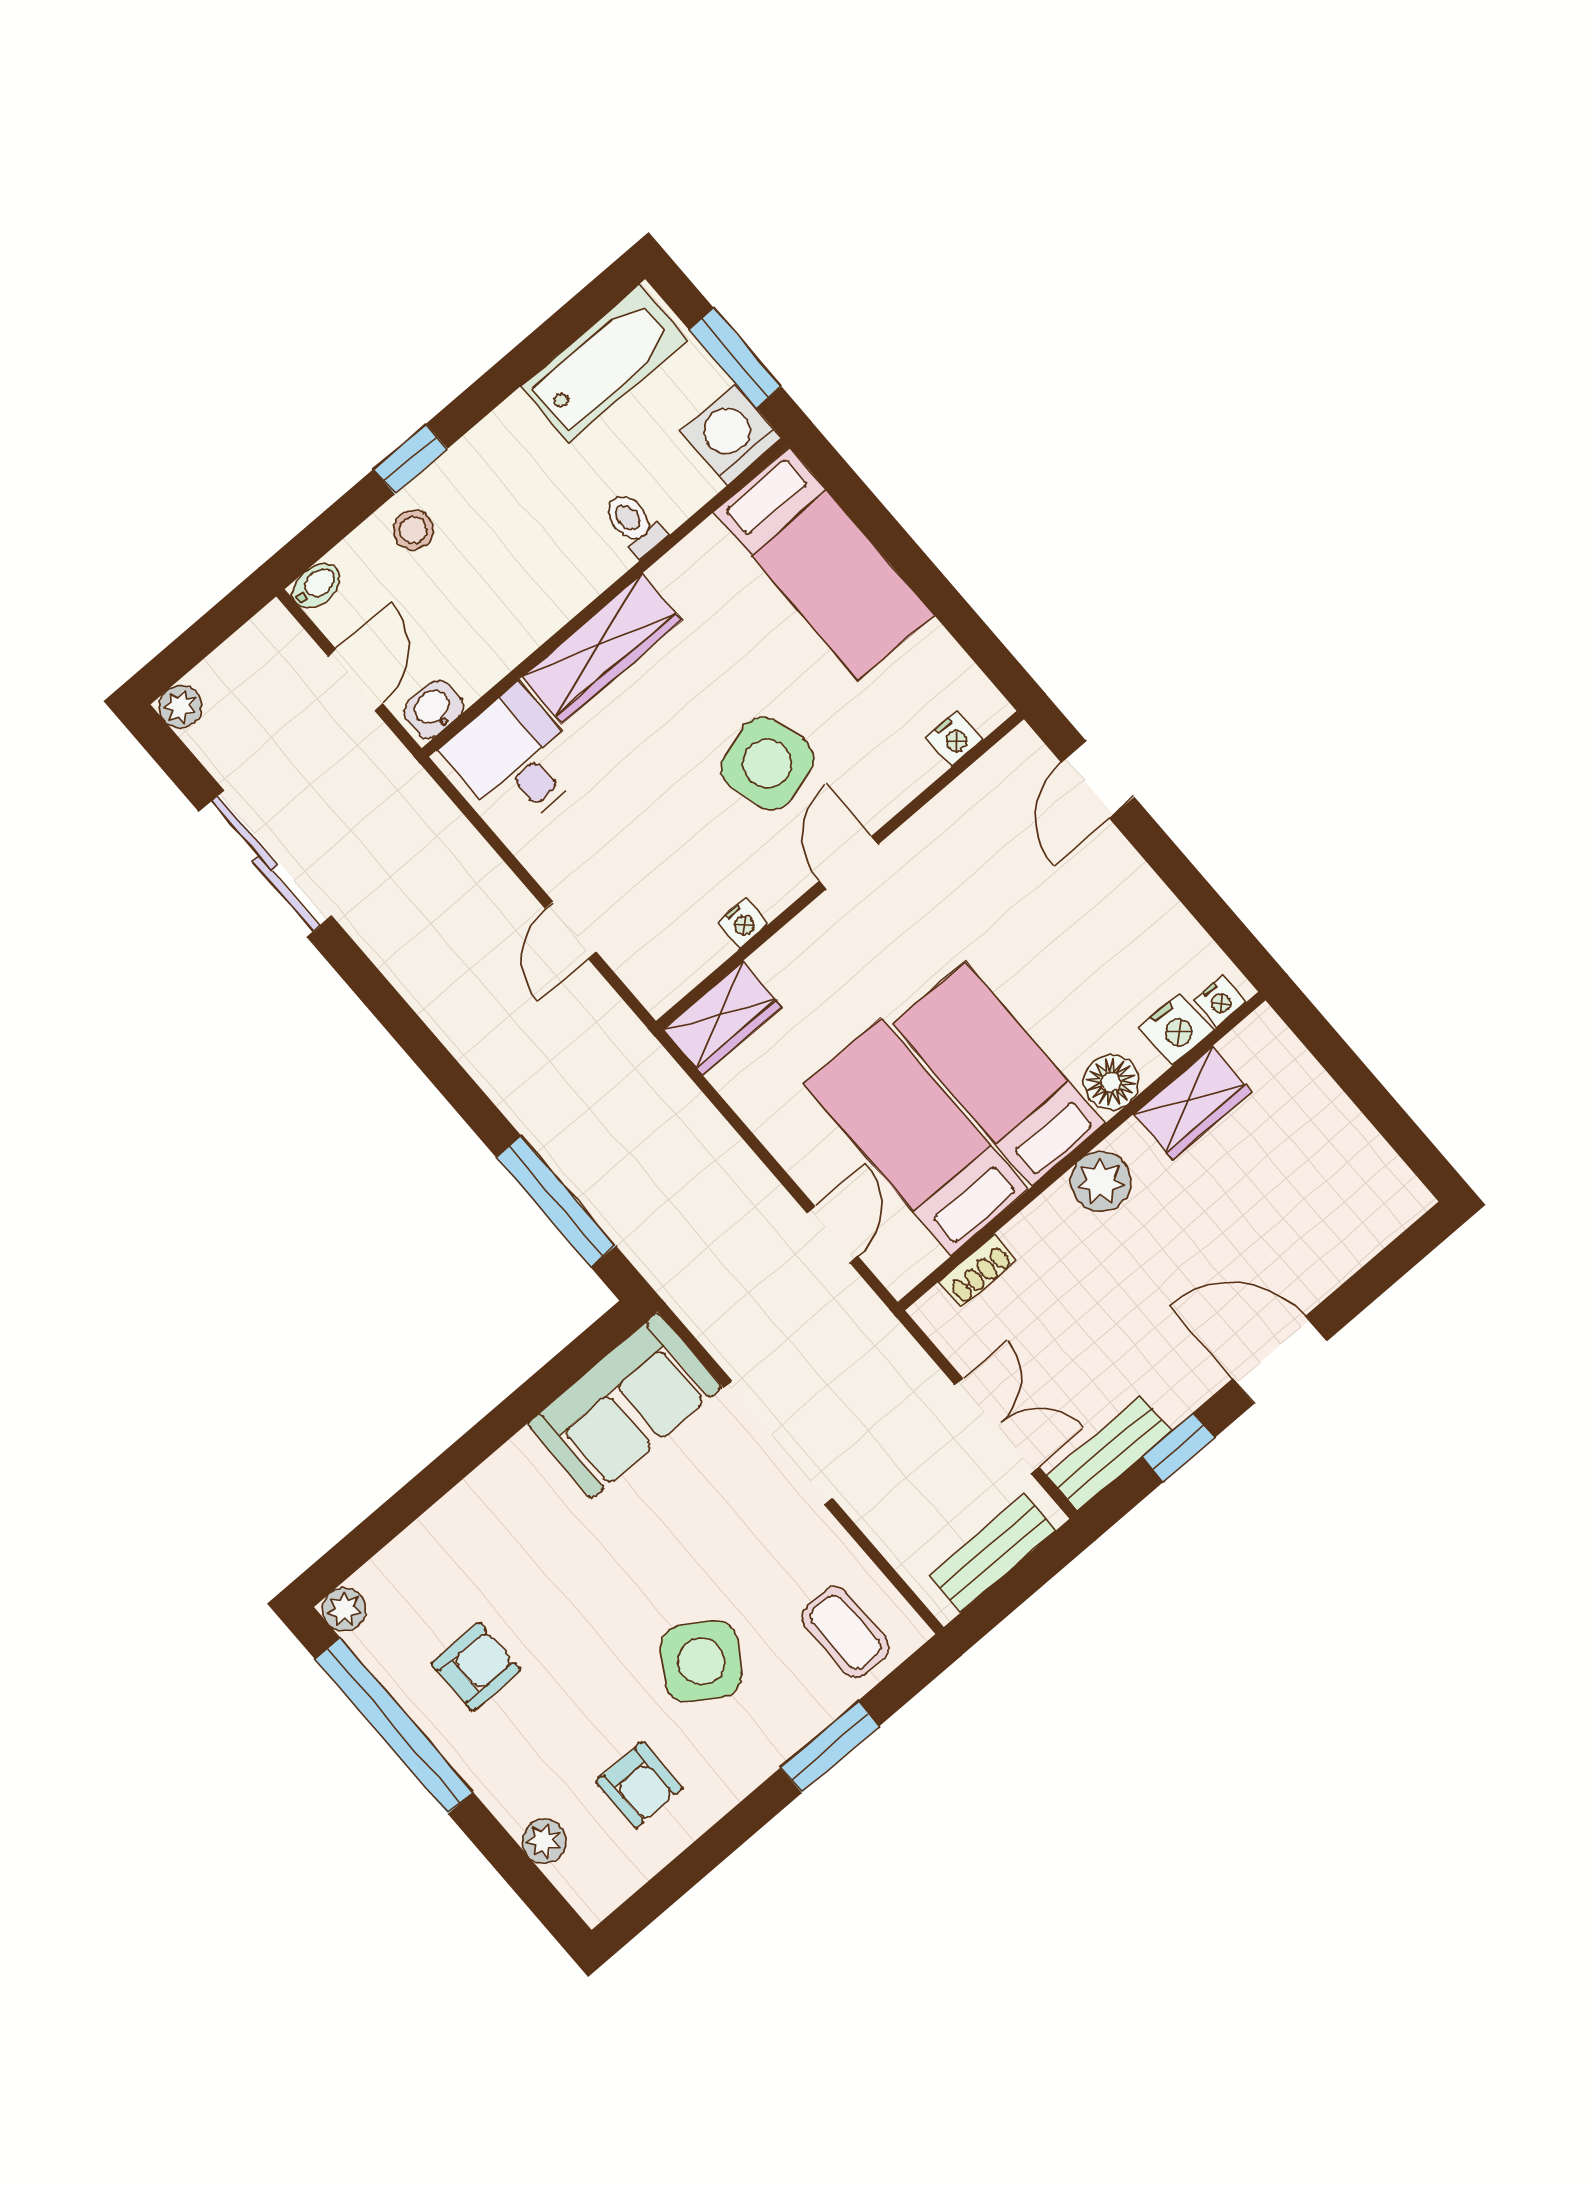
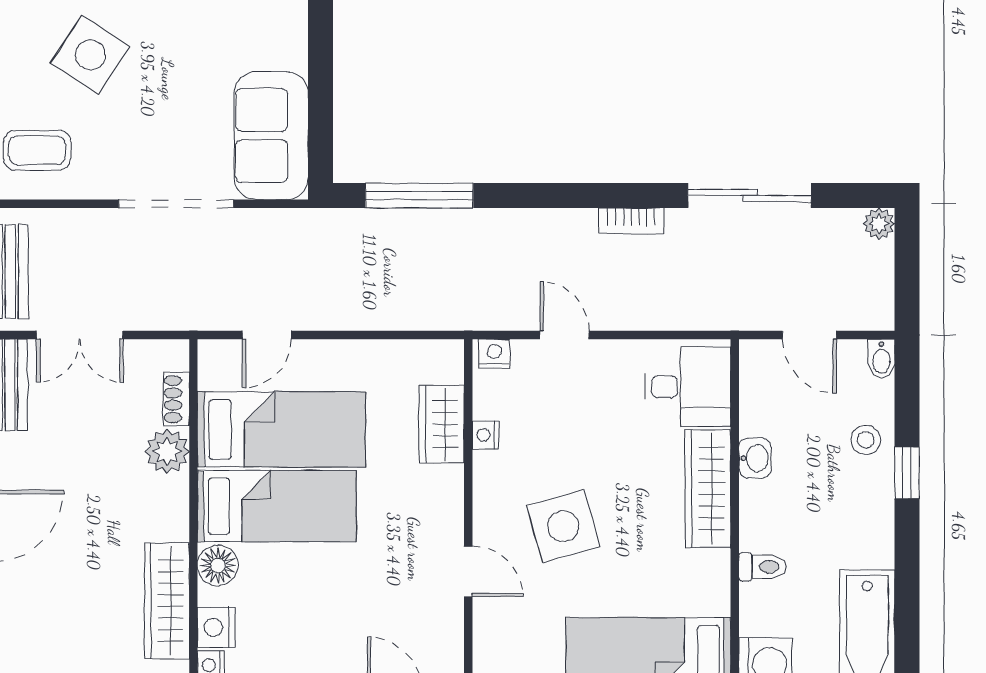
washbasin: (434, 709) -> (755, 458), moved
nightstand: (954, 738) -> (494, 354), moved, turned 90
door: (849, 863) -> (468, 571), moved
bookcase: (396, 963) -> (631, 221), added
wardrobe: (723, 1018) -> (442, 424), moved
wardrobe: (1192, 1103) -> (167, 601), width x1.50
plant: (1101, 1181) -> (167, 451), moved
door: (833, 1235) -> (267, 335), hinge flipped

